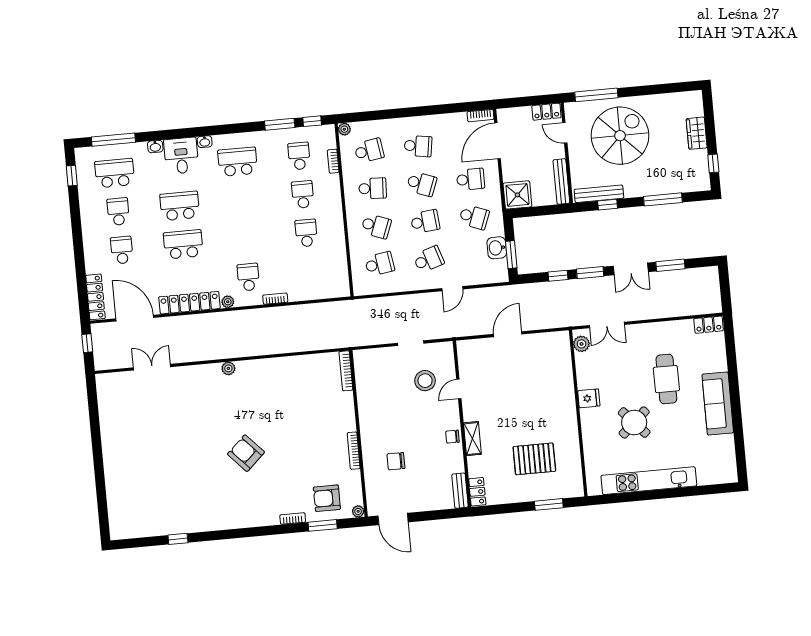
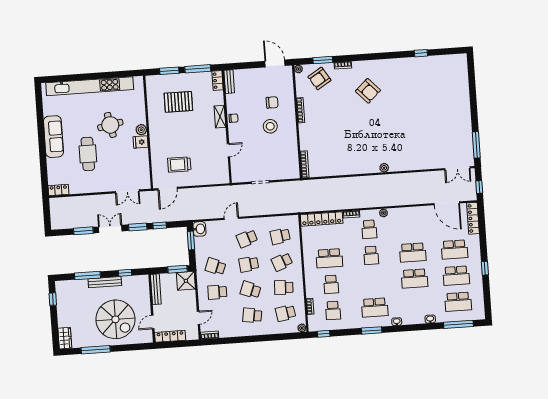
window: (596, 95) -> (96, 350), moved
locker: (546, 112) -> (170, 336), width x1.53
window: (280, 124) -> (372, 330), moved
door: (565, 133) -> (153, 322), swing flipped
wardrobe: (697, 133) -> (65, 338), moved
spiral stairs: (620, 136) -> (115, 319), turned -90
door: (498, 141) -> (198, 318), width x0.53
desk: (181, 156) -> (413, 312), removed
window: (72, 176) -> (485, 268), moved
bench: (599, 194) -> (105, 282), moved
school desk: (118, 212) -> (456, 276), width x1.85
window: (530, 212) -> (177, 269), added
school desk: (376, 226) -> (282, 262), turned -42
school desk: (306, 233) -> (329, 258), width x1.85
school desk: (245, 239) -> (371, 255), added
washbasin: (497, 248) -> (200, 229), moved
school desk: (122, 250) -> (454, 250), width x1.85
locker: (189, 303) -> (322, 219), moved
double door: (607, 325) -> (127, 191), swing flipped
door: (508, 334) -> (168, 189), moved
plant: (581, 344) -> (141, 130), moved
trolley: (531, 366) -> (179, 165), added
double door: (152, 367) -> (457, 168), moved
stool: (425, 381) -> (270, 126), moved
window: (93, 405) -> (476, 145), added
round table: (634, 422) -> (110, 125), turned 31
armchair: (246, 453) -> (368, 91), moved
kitchen unit: (649, 481) -> (90, 86), width x1.36
armchair: (327, 498) -> (319, 78), turned 148
window: (507, 508) -> (198, 69), added

